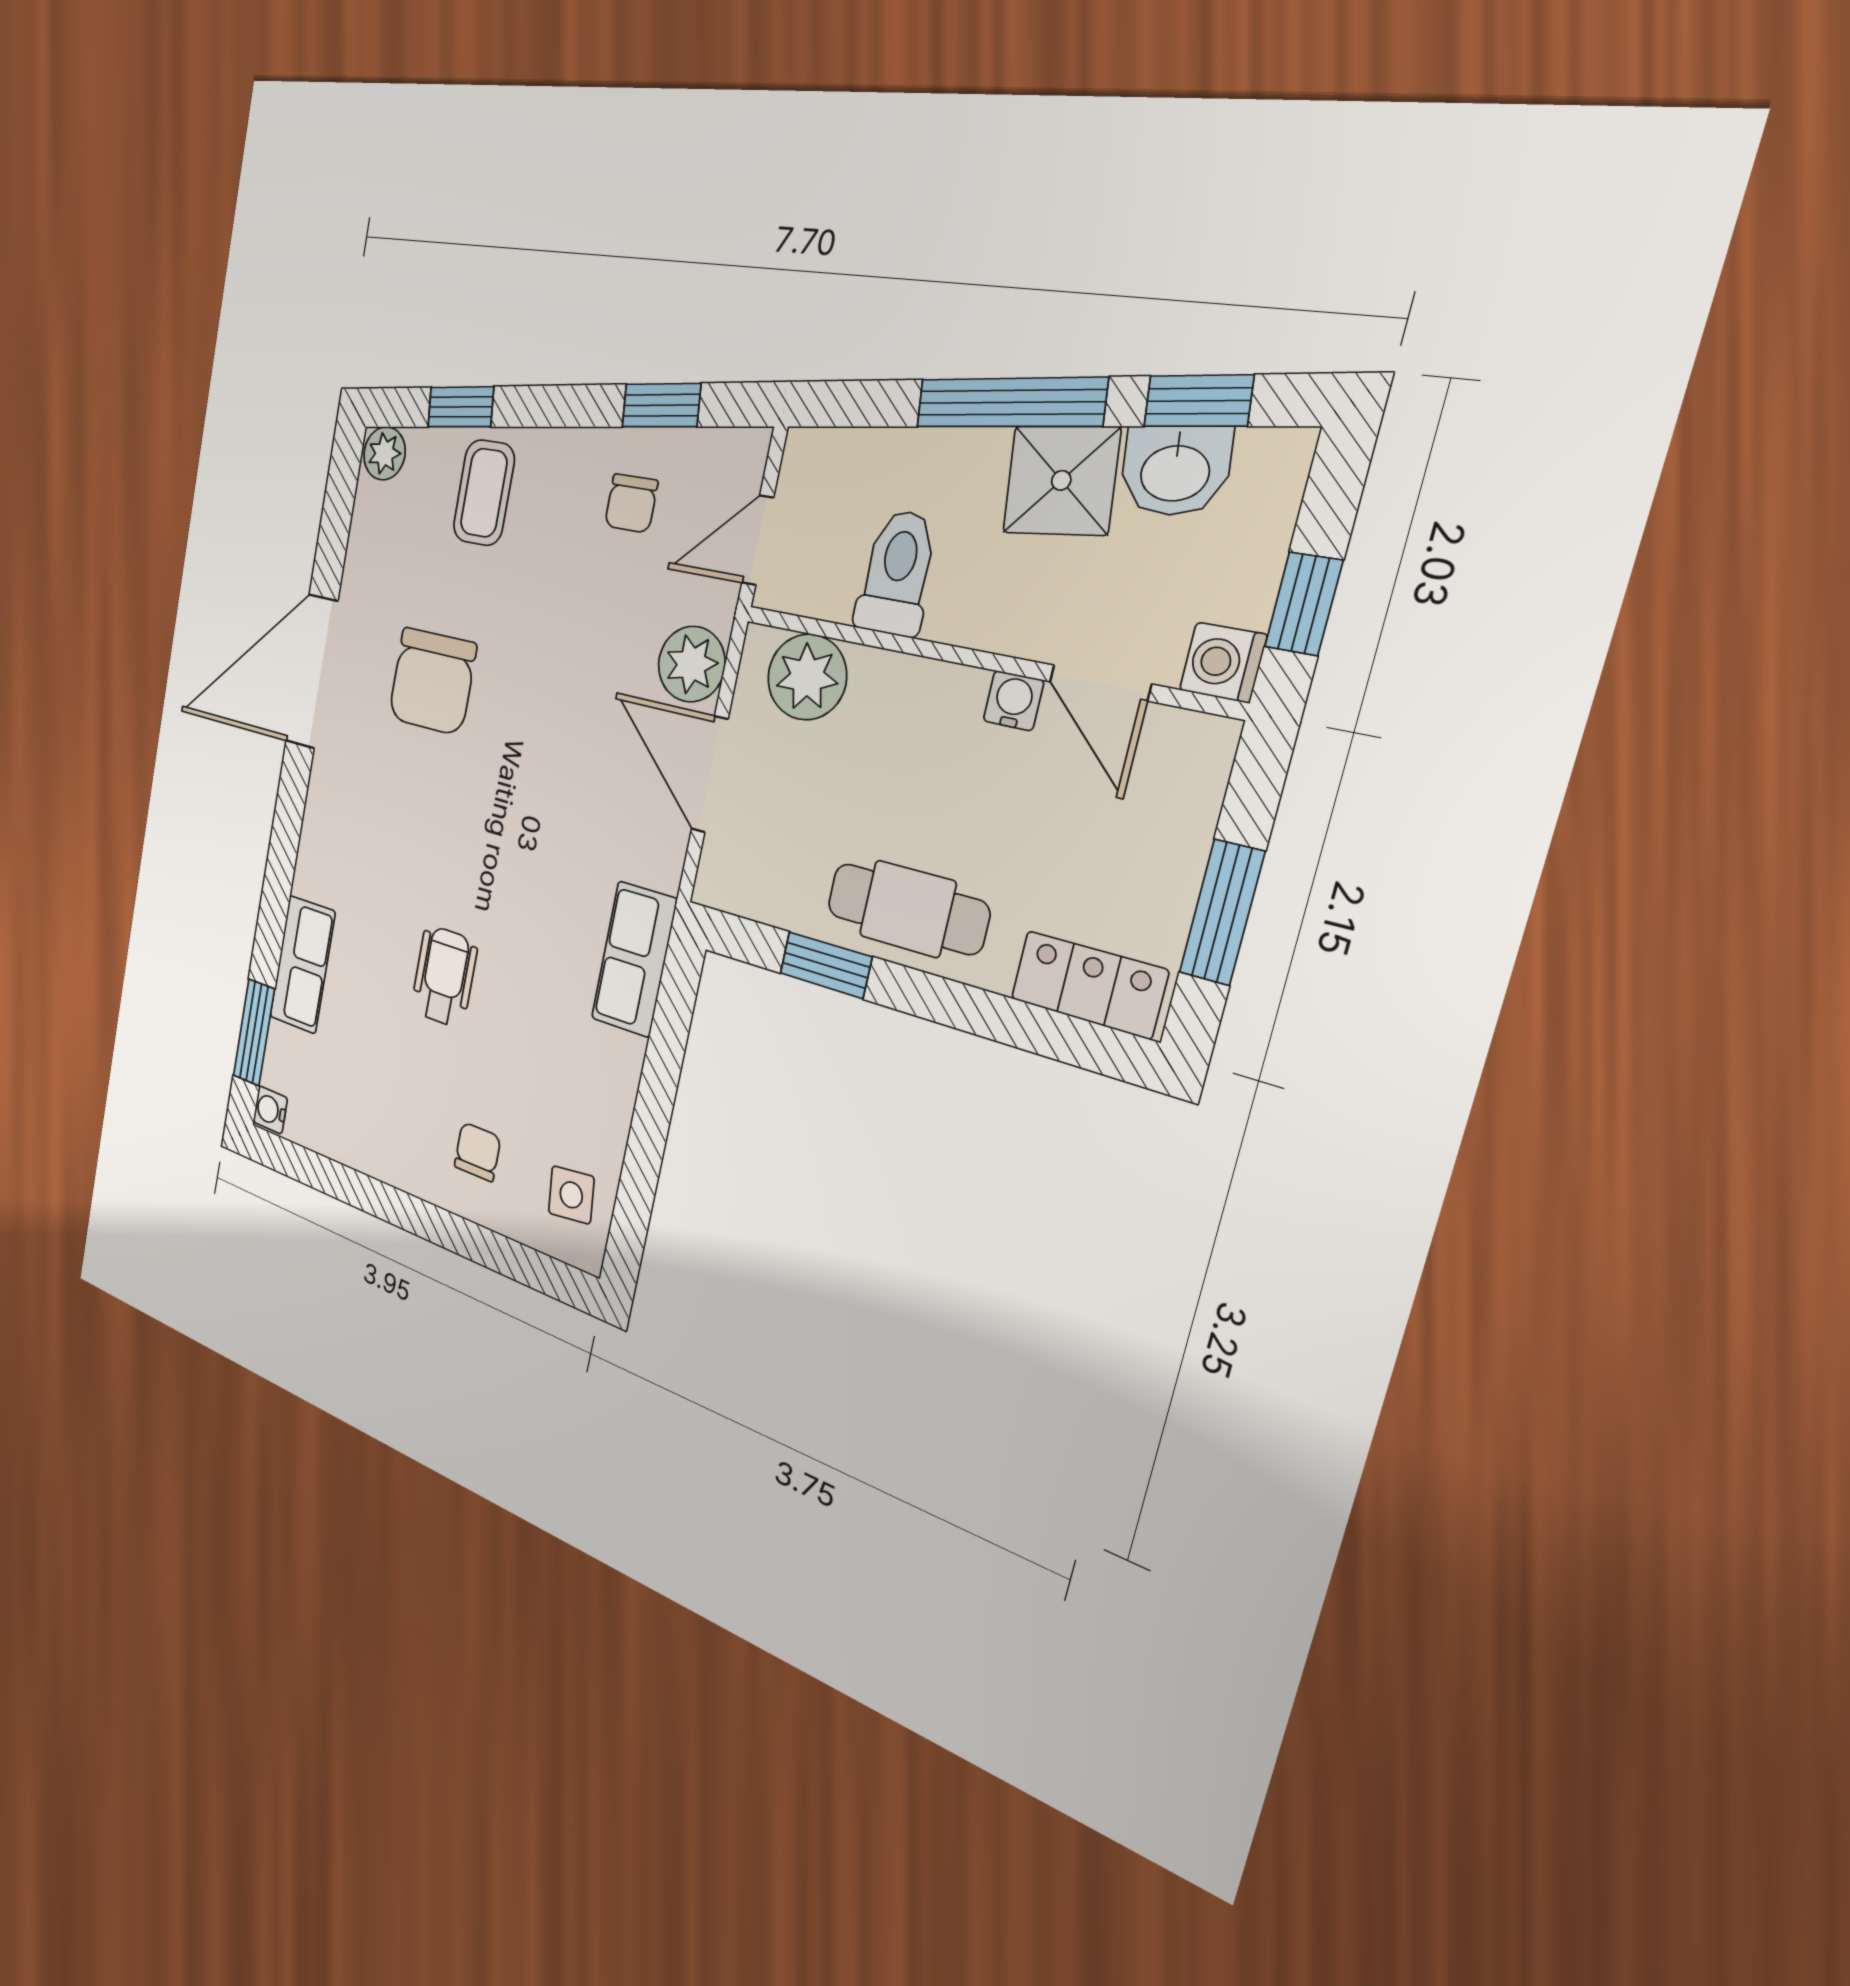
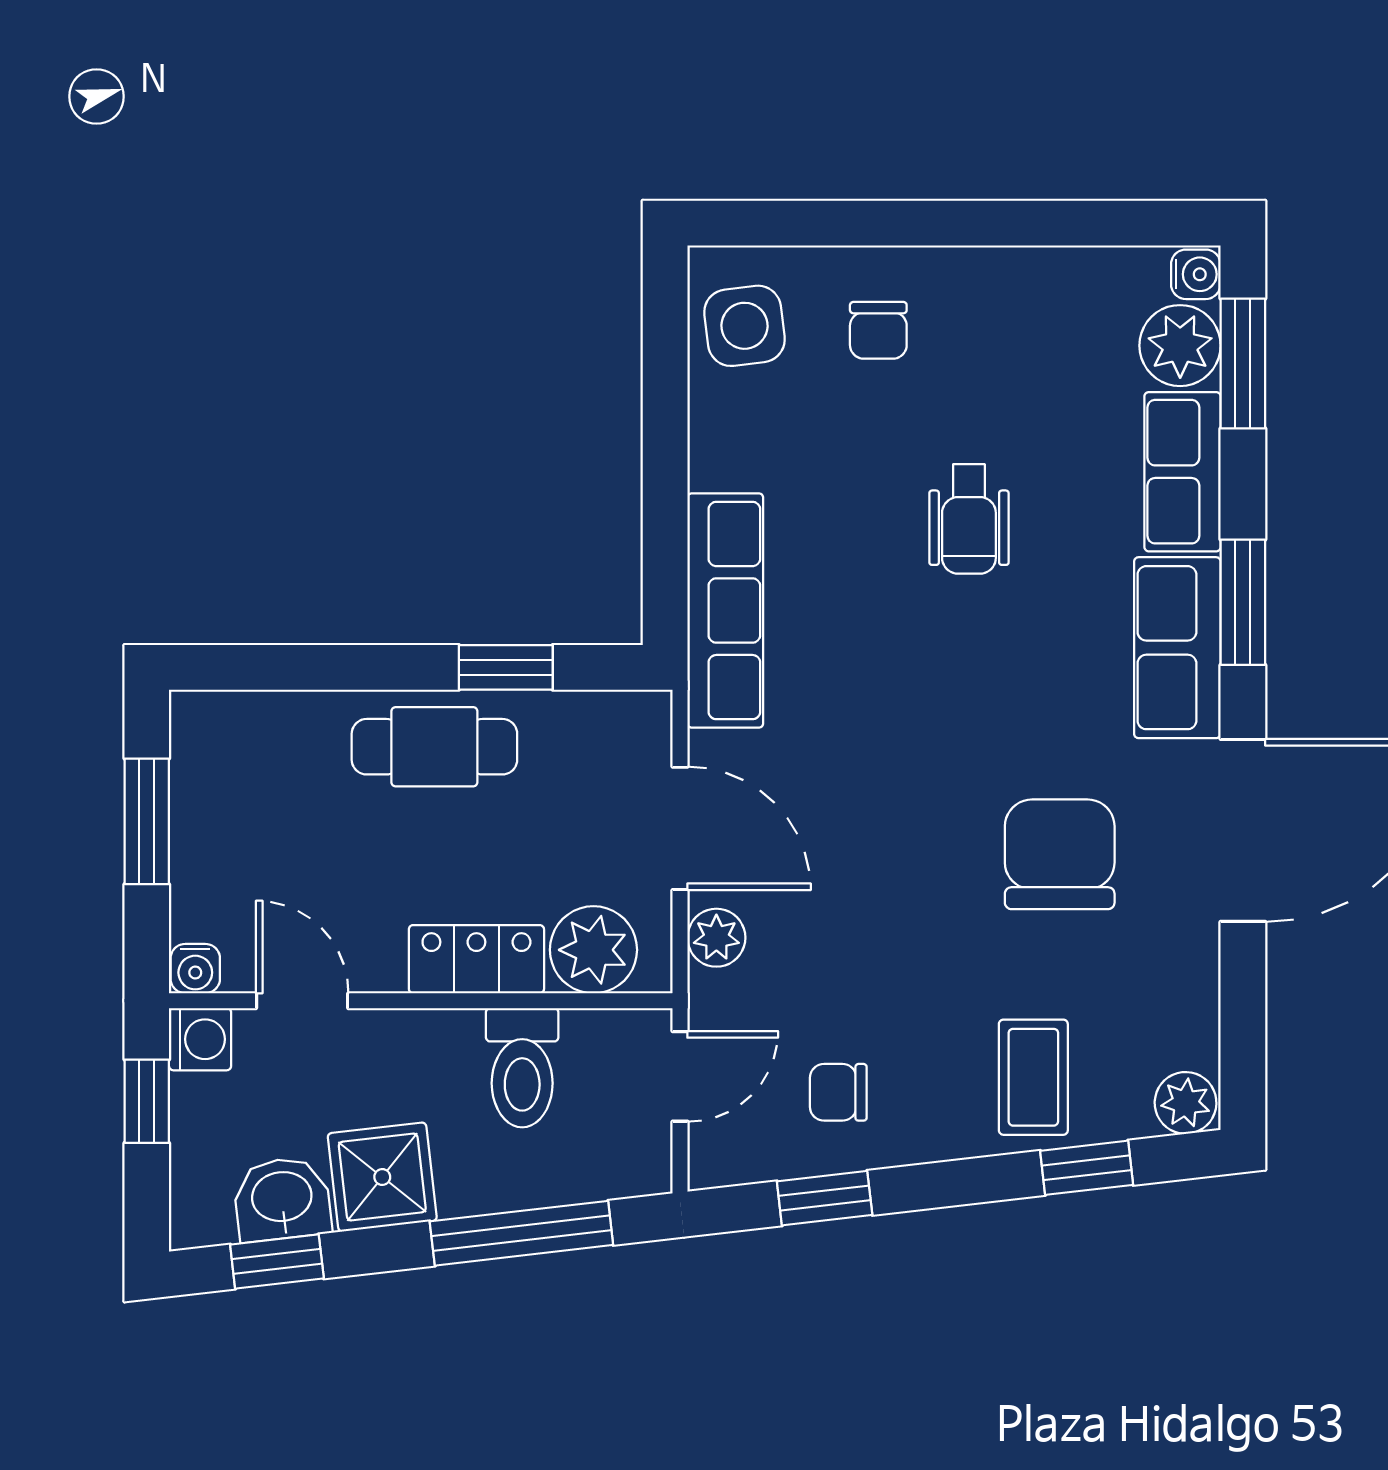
window: (1010, 402) -> (521, 1233), moved
chair: (631, 503) -> (838, 1092), turned -90
plant: (692, 664) -> (716, 938), width x0.73, depth x0.73
water cooler: (1013, 701) -> (195, 969), moved
row of seats: (328, 829) -> (1177, 648), added
window: (283, 852) -> (1243, 602), added
row of seats: (634, 959) -> (725, 611), width x1.48
locker: (1089, 985) -> (476, 959), moved, turned 180
plant: (288, 1061) -> (1180, 346), added
side table: (571, 1195) -> (744, 326), width x1.37, depth x1.37

